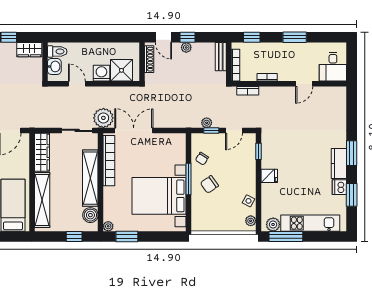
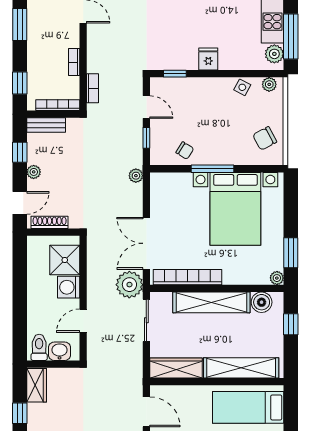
window: (187, 37) -> (20, 152), moved
plant: (207, 123) -> (136, 176), moved
chair: (209, 184) -> (265, 138), moved, turned 97

